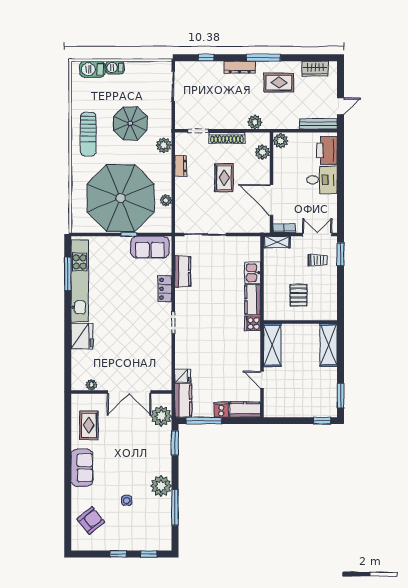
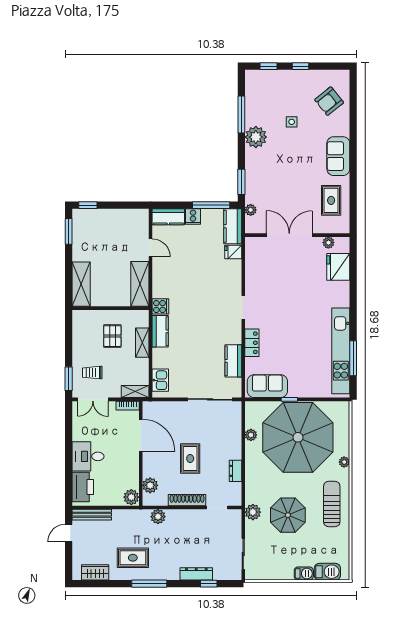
dresser: (240, 67) -> (196, 574), moved
plant: (164, 145) -> (253, 512), moved
plant: (76, 174) -> (344, 462), added
kitchen sink: (253, 273) -> (160, 380), moved
shelving: (270, 289) -> (142, 343), added
fridge: (82, 336) -> (338, 267), moved
plant: (161, 416) -> (251, 210), width x0.53, depth x0.53

